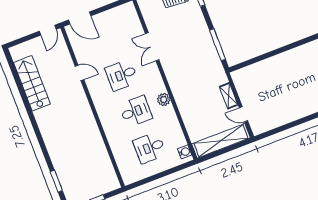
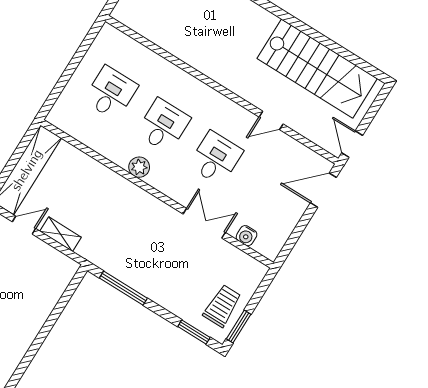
stairs: (32, 83) -> (317, 69), width x1.36, depth x1.51
desk: (136, 111) -> (163, 126), turned 180
water cooler: (185, 152) -> (247, 236), moved

